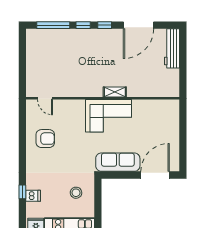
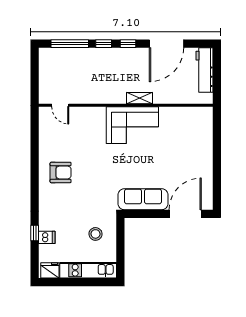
shelving: (115, 92) -> (140, 98), moved
door: (45, 98) -> (60, 105), moved
wall: (103, 98) -> (126, 105), moved
corner sofa: (108, 116) -> (132, 125), moved

